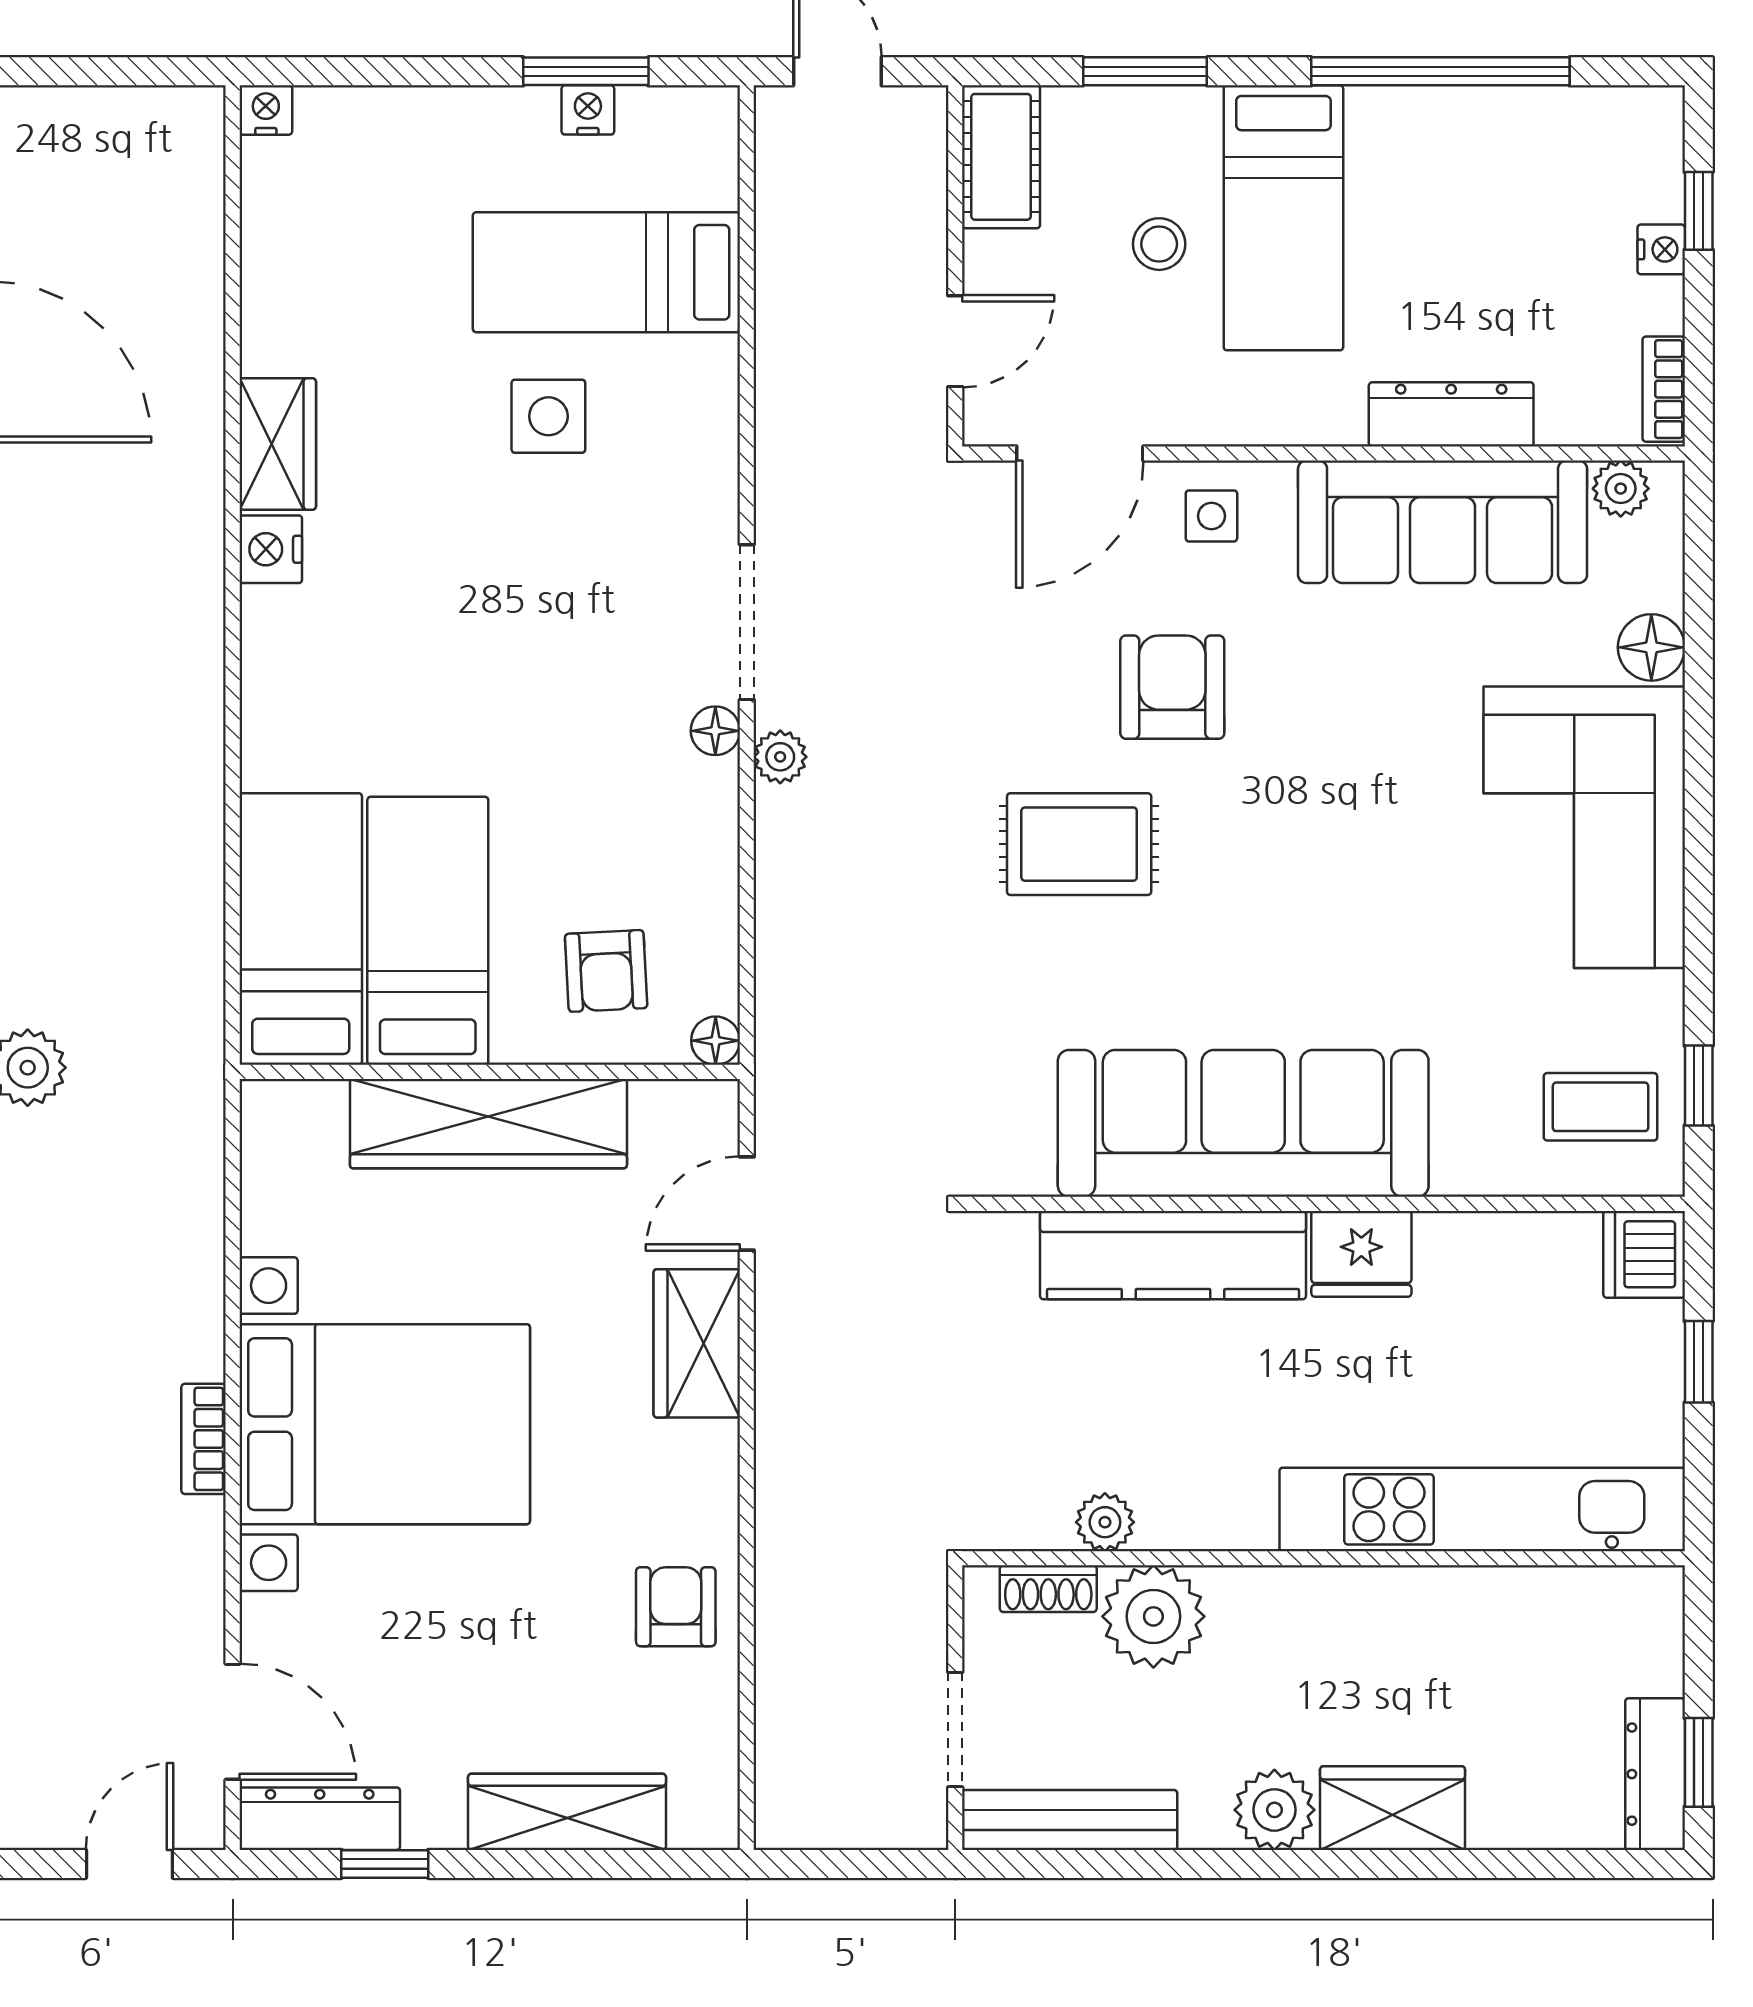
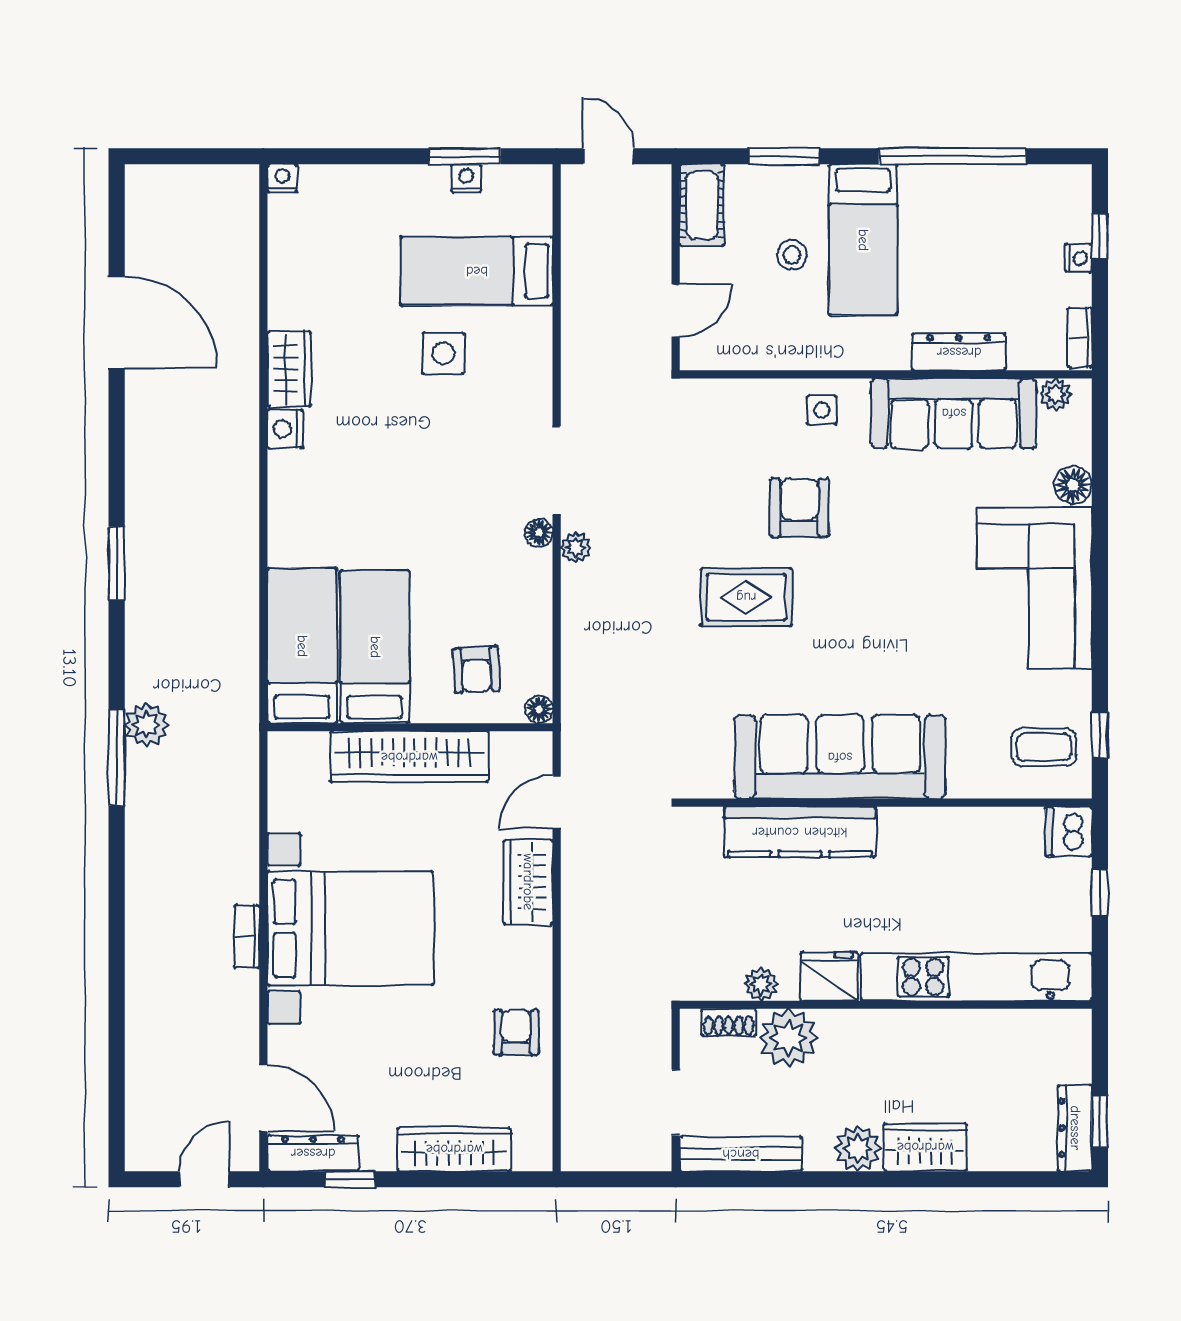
door: (1080, 453) -> (747, 374), removed
fridge: (1361, 1254) -> (829, 976), moved, turned 180

